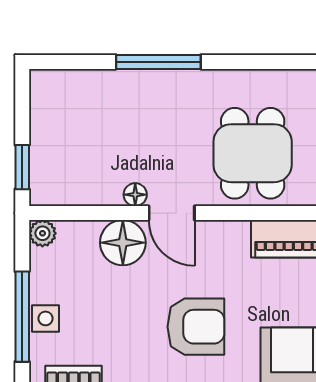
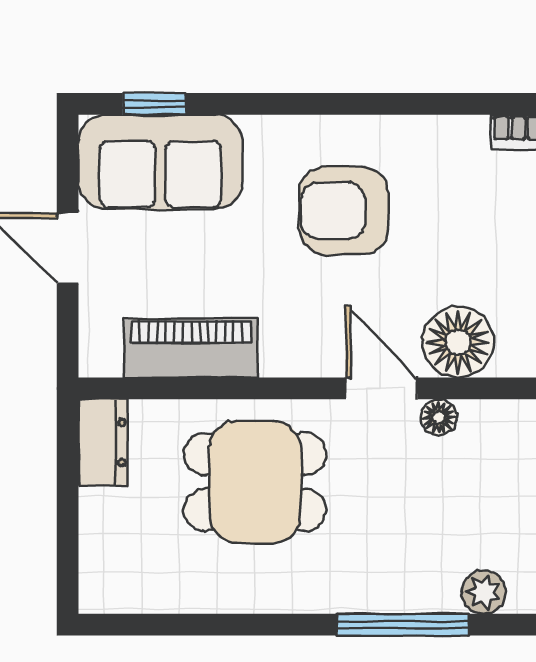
plant: (106, 83) -> (484, 592), added
dining table: (253, 153) -> (255, 482), turned 90

